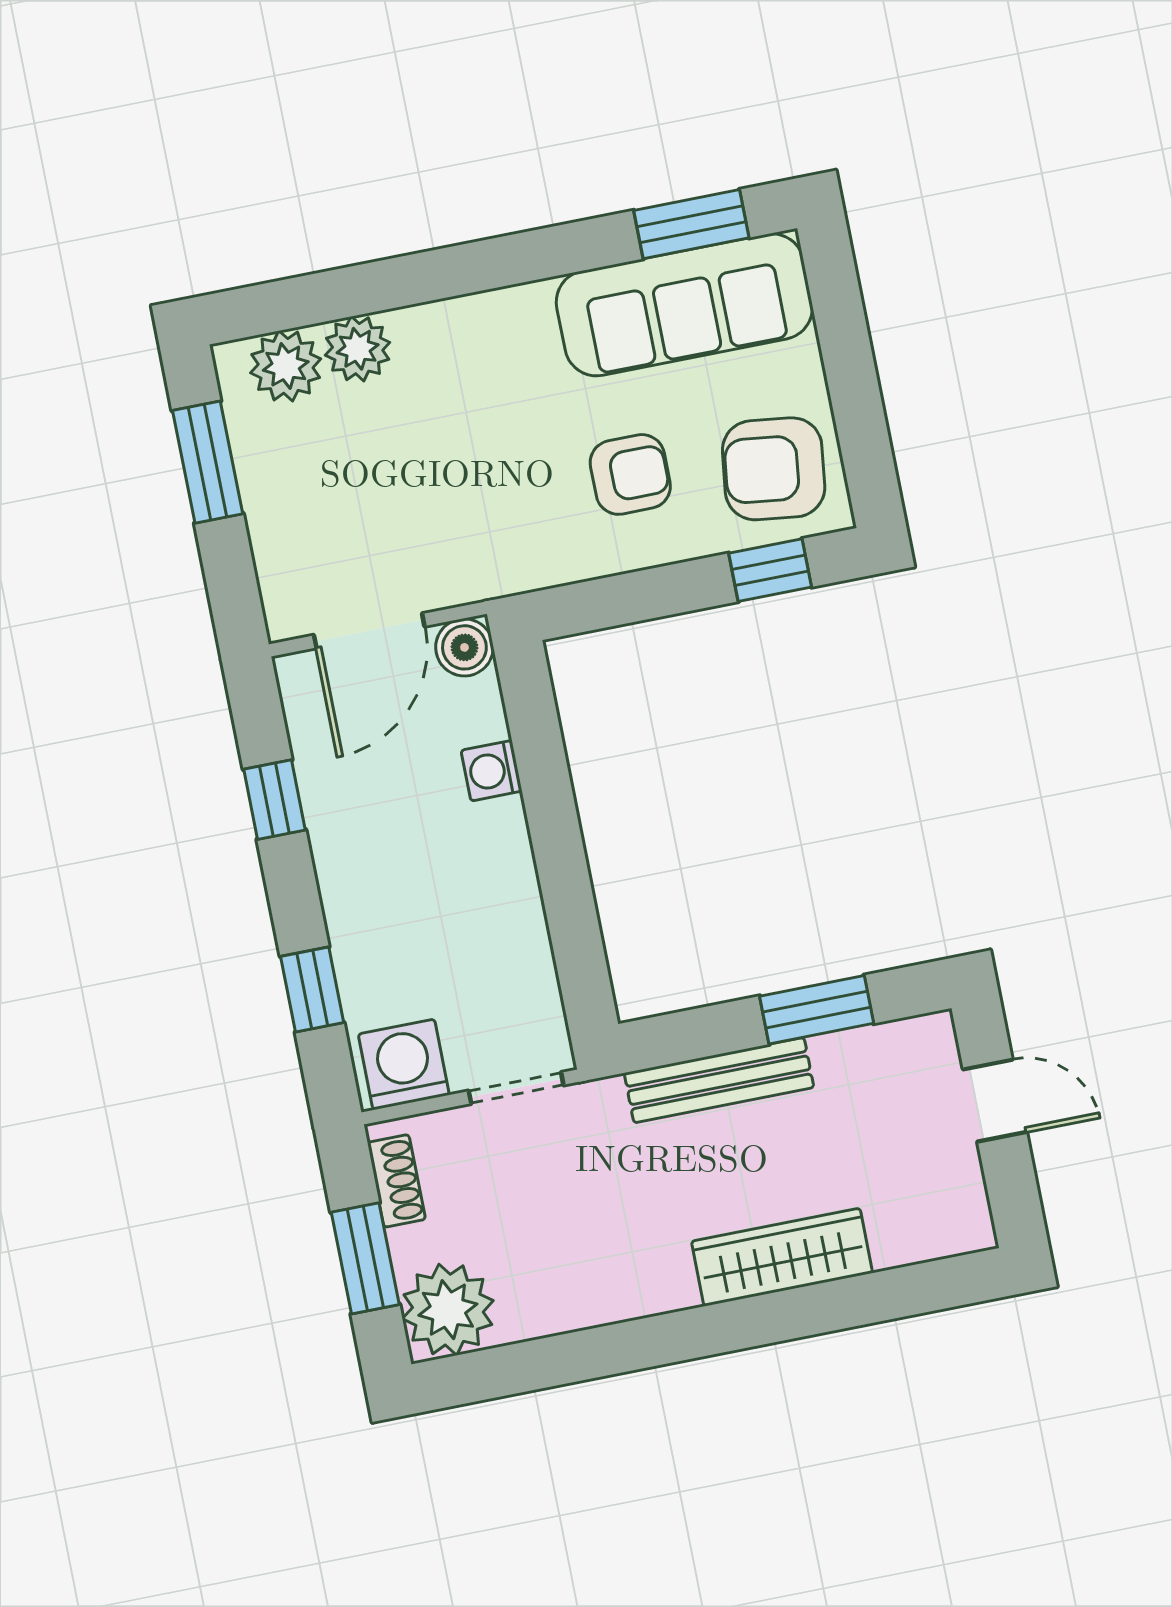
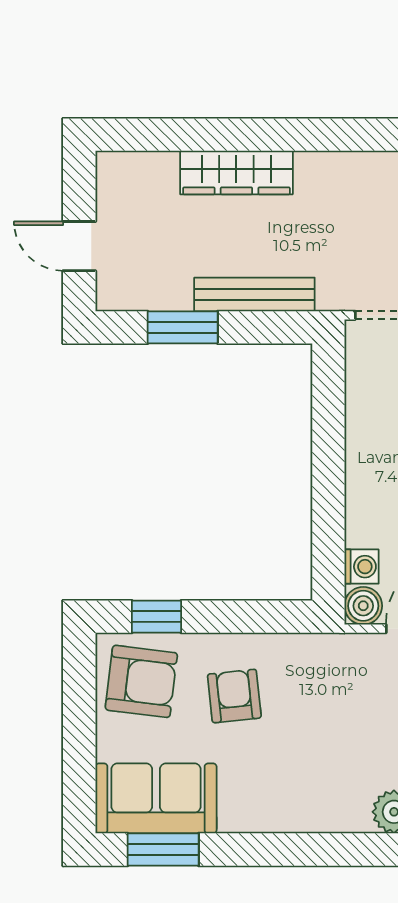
sofa: (684, 305) -> (156, 798), width x0.73
armchair: (630, 474) -> (234, 696), turned 84
washing machine: (492, 771) -> (362, 567), moved

